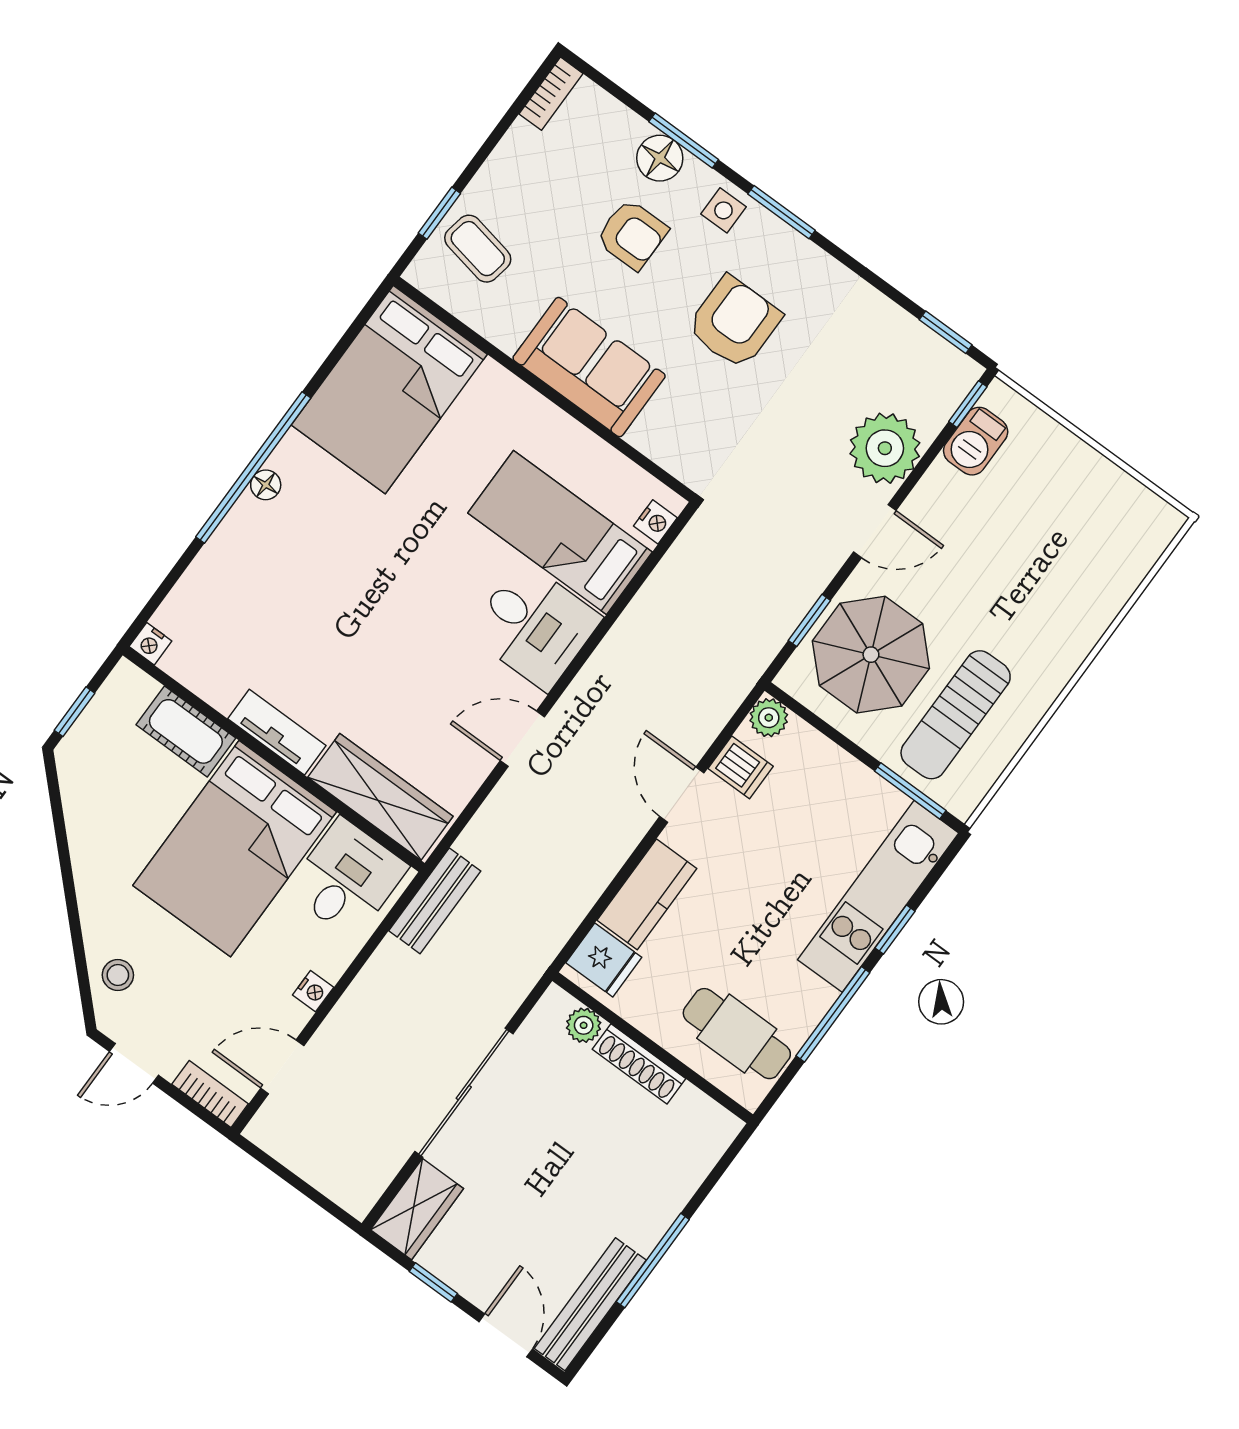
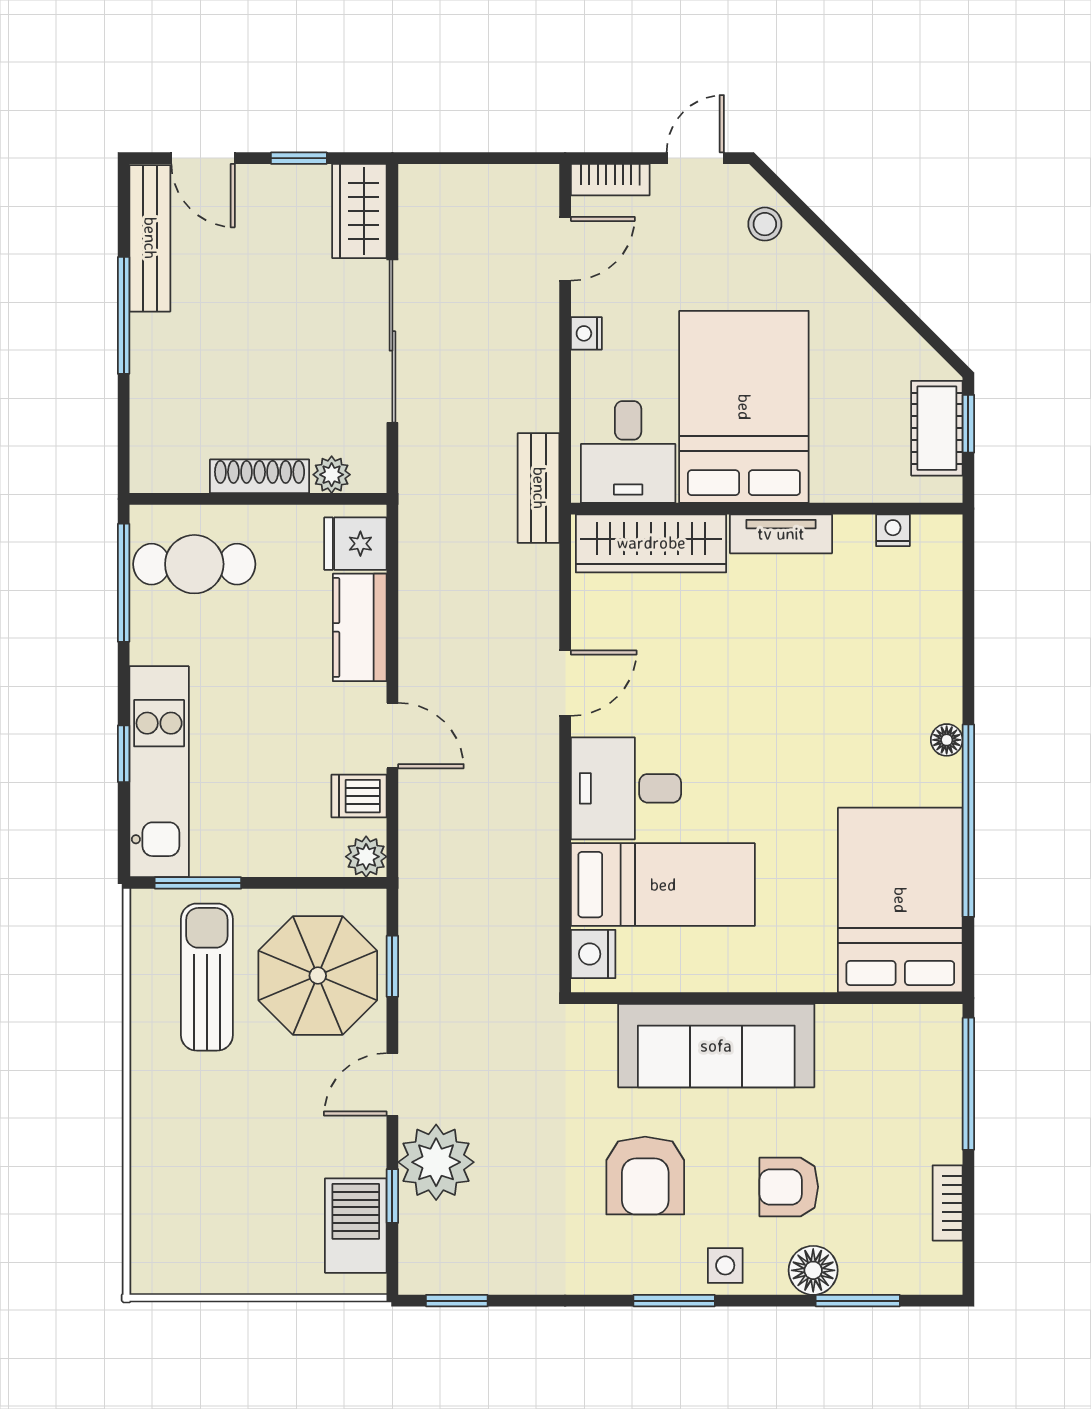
bookcase: (551, 94) -> (948, 1203), moved
window: (684, 141) -> (858, 1301), moved
window: (439, 213) -> (968, 1084), width x2.17
coffee table: (478, 249) -> (913, 1077), removed
sofa: (589, 367) -> (716, 1046), width x1.36
window: (968, 404) -> (392, 1196), moved
barbecue: (976, 441) -> (356, 1226), width x1.38, depth x1.27
window: (253, 467) -> (968, 821), moved
nightstand: (655, 522) -> (593, 954), width x1.39, depth x1.35
nightstand: (150, 644) -> (893, 530), moved
cot: (186, 731) -> (937, 428), moved, turned 90
window: (833, 1014) -> (124, 583), moved

